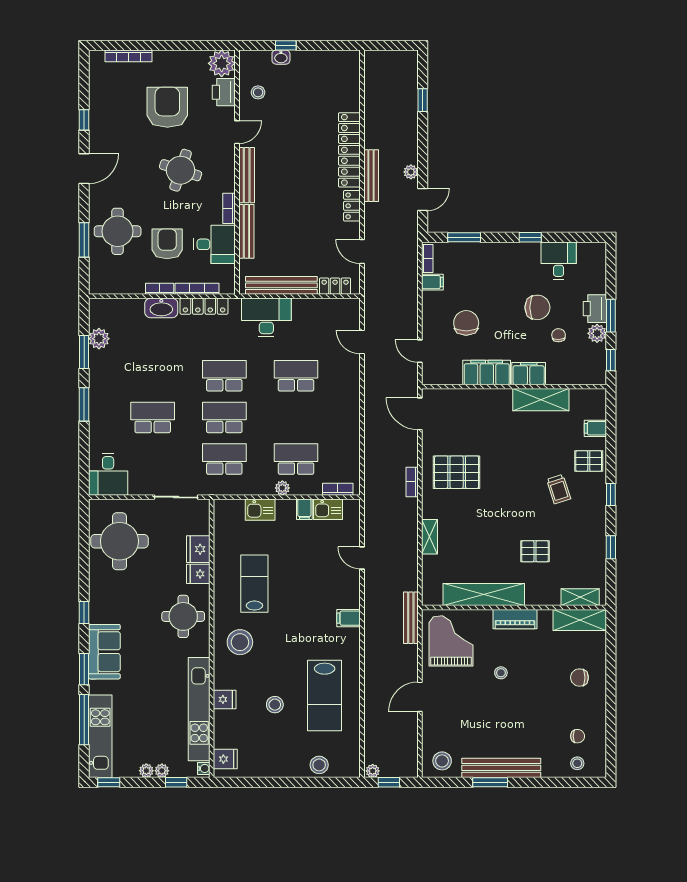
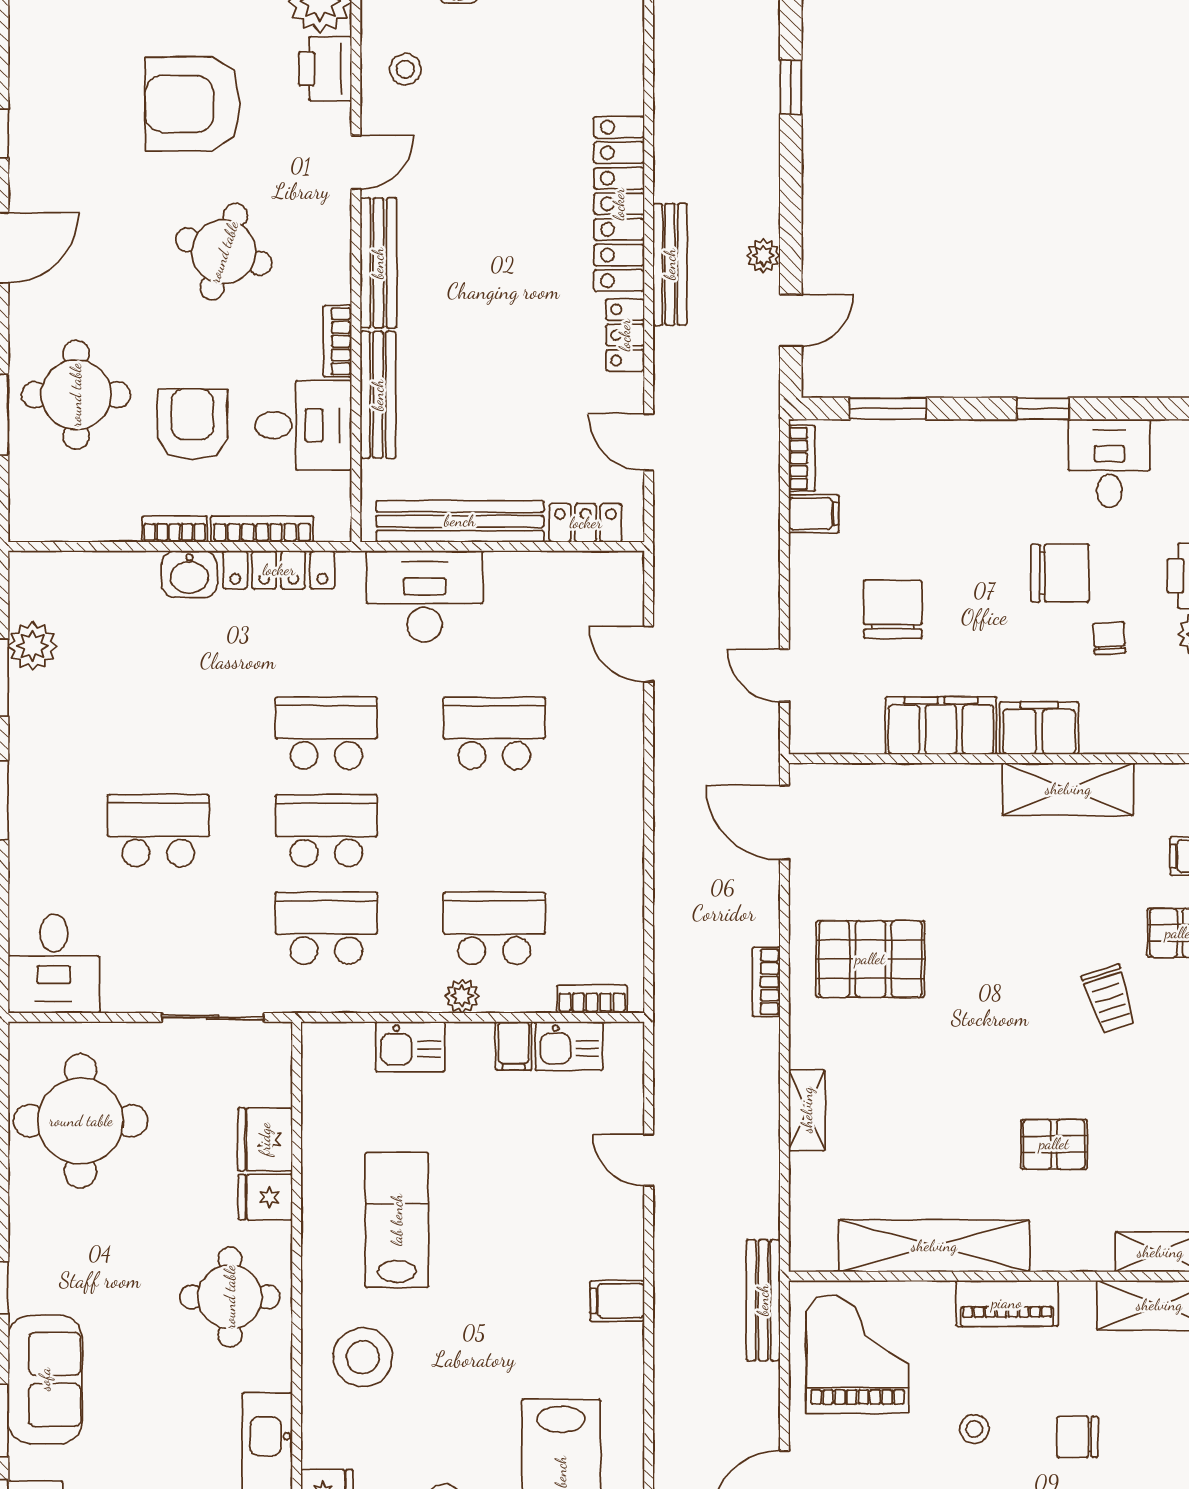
armchair: (167, 107) -> (193, 104), turned -90
washbasin: (161, 308) -> (189, 574), width x0.72
chair: (579, 678) -> (1078, 1437), moved

